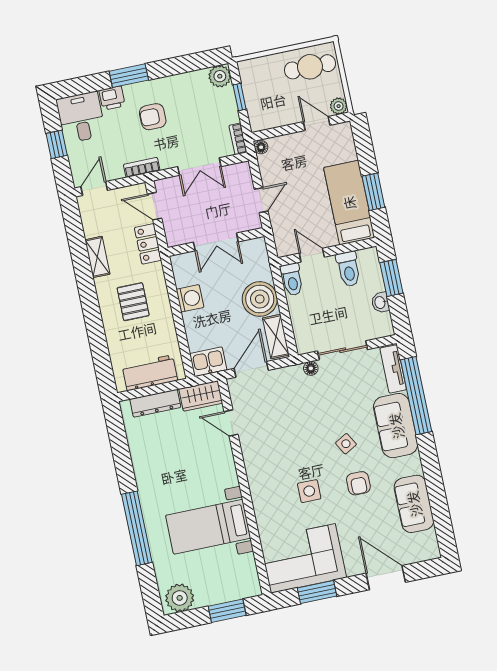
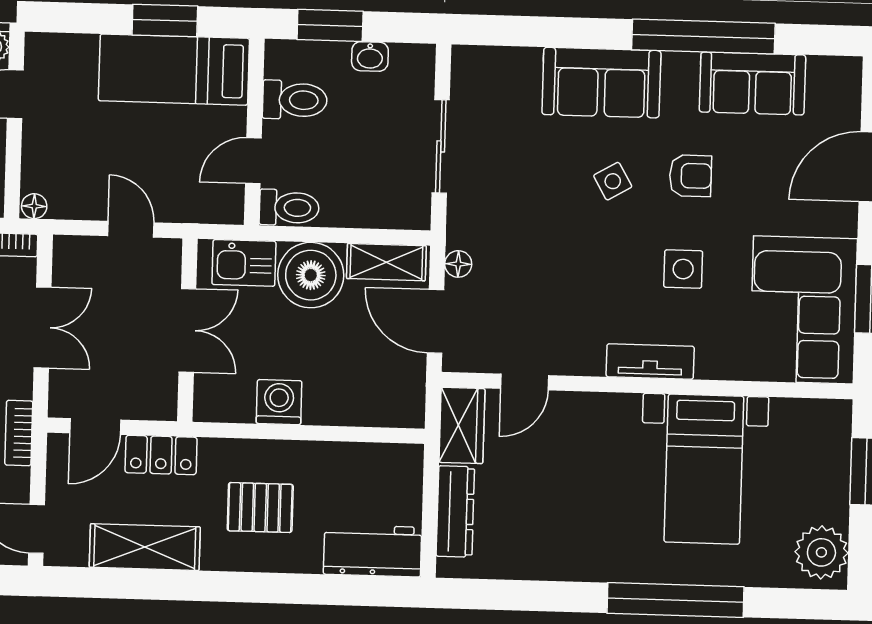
shelving: (97, 257) -> (145, 547), width x1.50, depth x1.33
kitchen sink: (208, 362) -> (244, 263), moved, turned -90
floor lamp: (311, 368) -> (458, 264), moved
tv unit: (393, 369) -> (650, 361), moved, turned 180
workbench: (150, 373) -> (373, 551), moved, turned 90
window: (416, 396) -> (703, 36), moved

